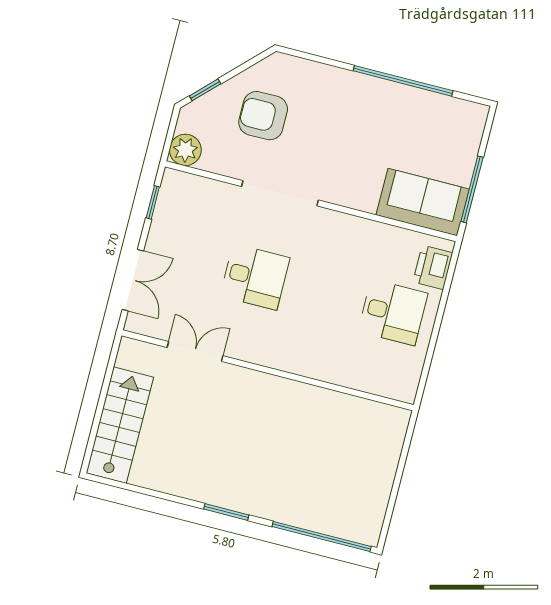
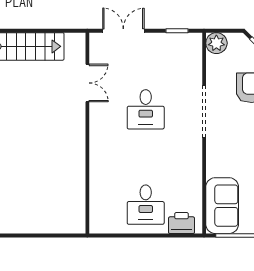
double door: (133, 280) -> (123, 31), swing flipped

